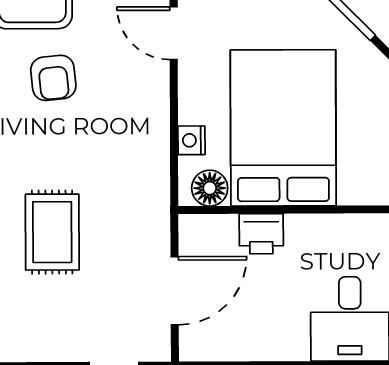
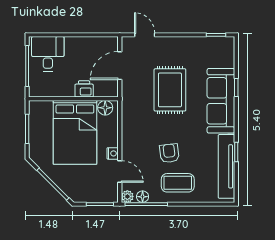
nightstand: (192, 140) -> (113, 153), moved
rug: (52, 232) -> (170, 90), width x1.36, depth x1.43

